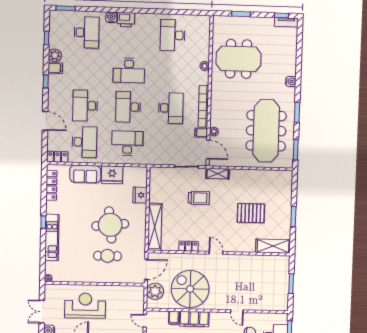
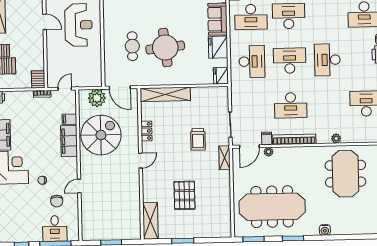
fridge: (140, 195) -> (221, 76), moved, turned -90

